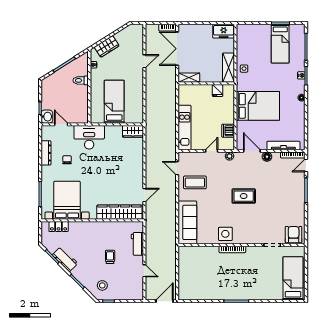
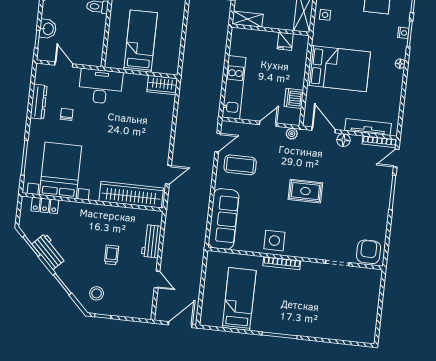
washbasin: (47, 117) -> (48, 29), moved
door: (177, 168) -> (218, 142), swing flipped
bed: (293, 278) -> (239, 299), moved

